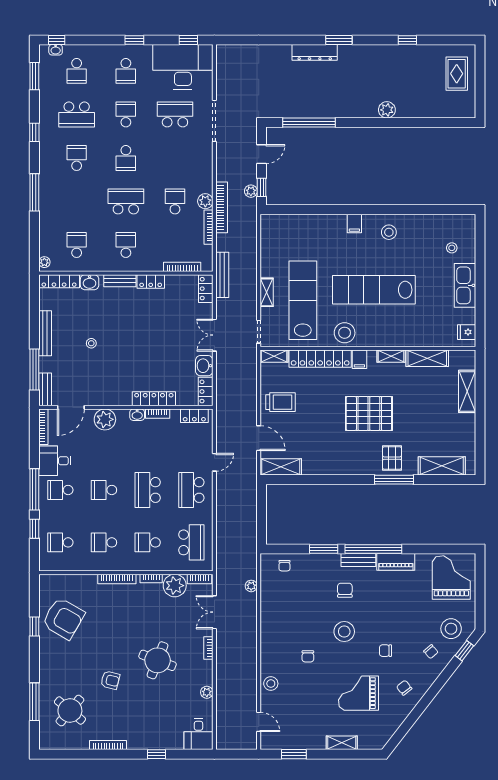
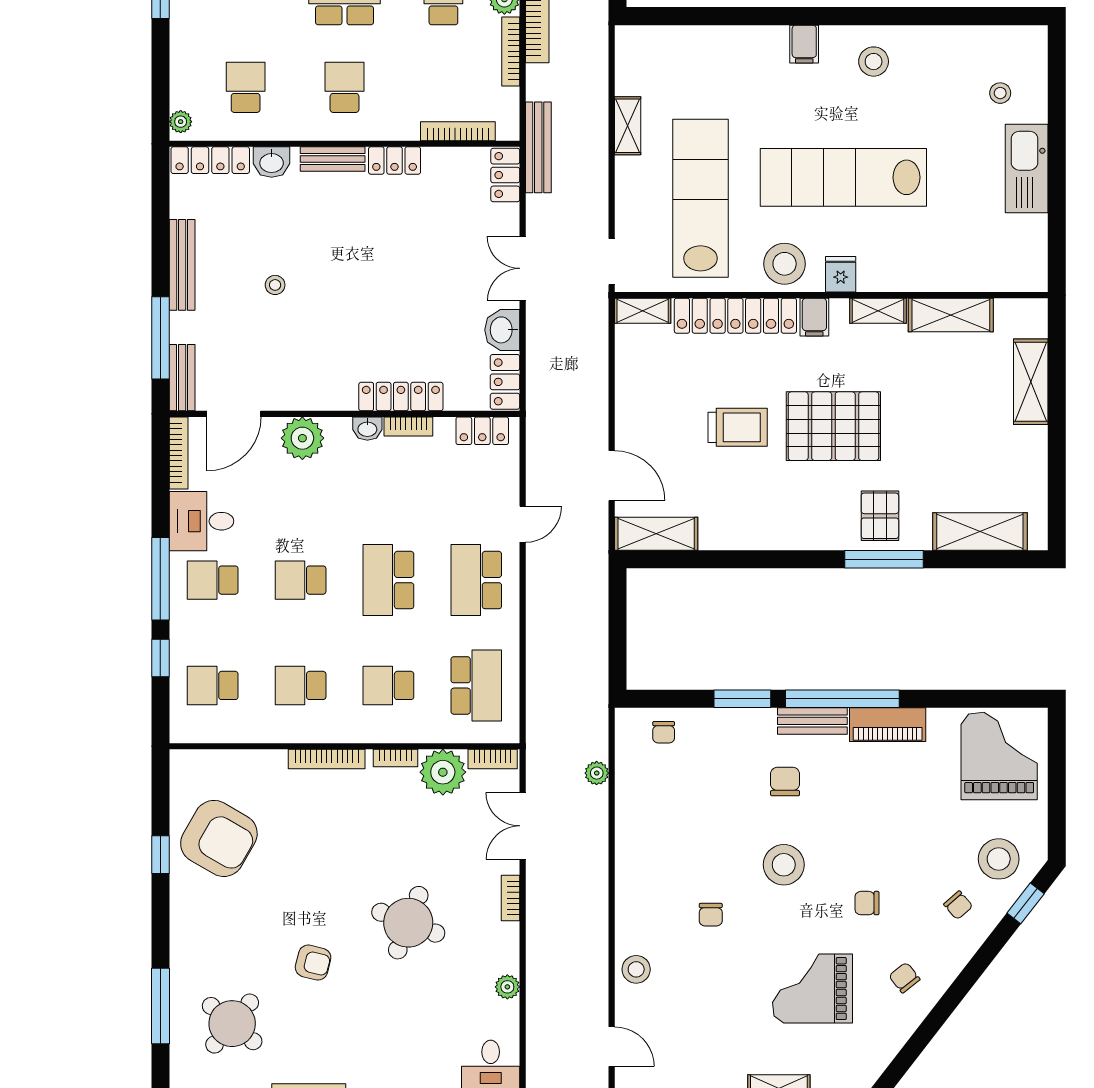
shelving: (267, 292) -> (628, 126), moved
fridge: (467, 332) -> (841, 274), moved, turned 90
trolley: (281, 402) -> (738, 427), moved

